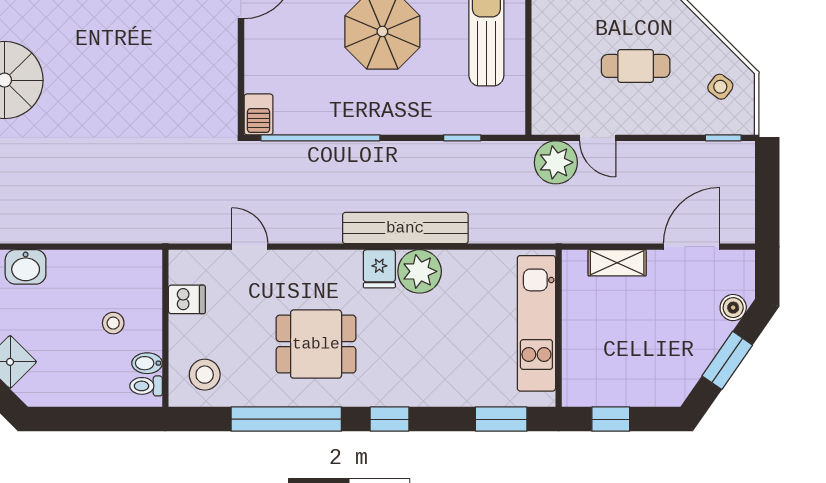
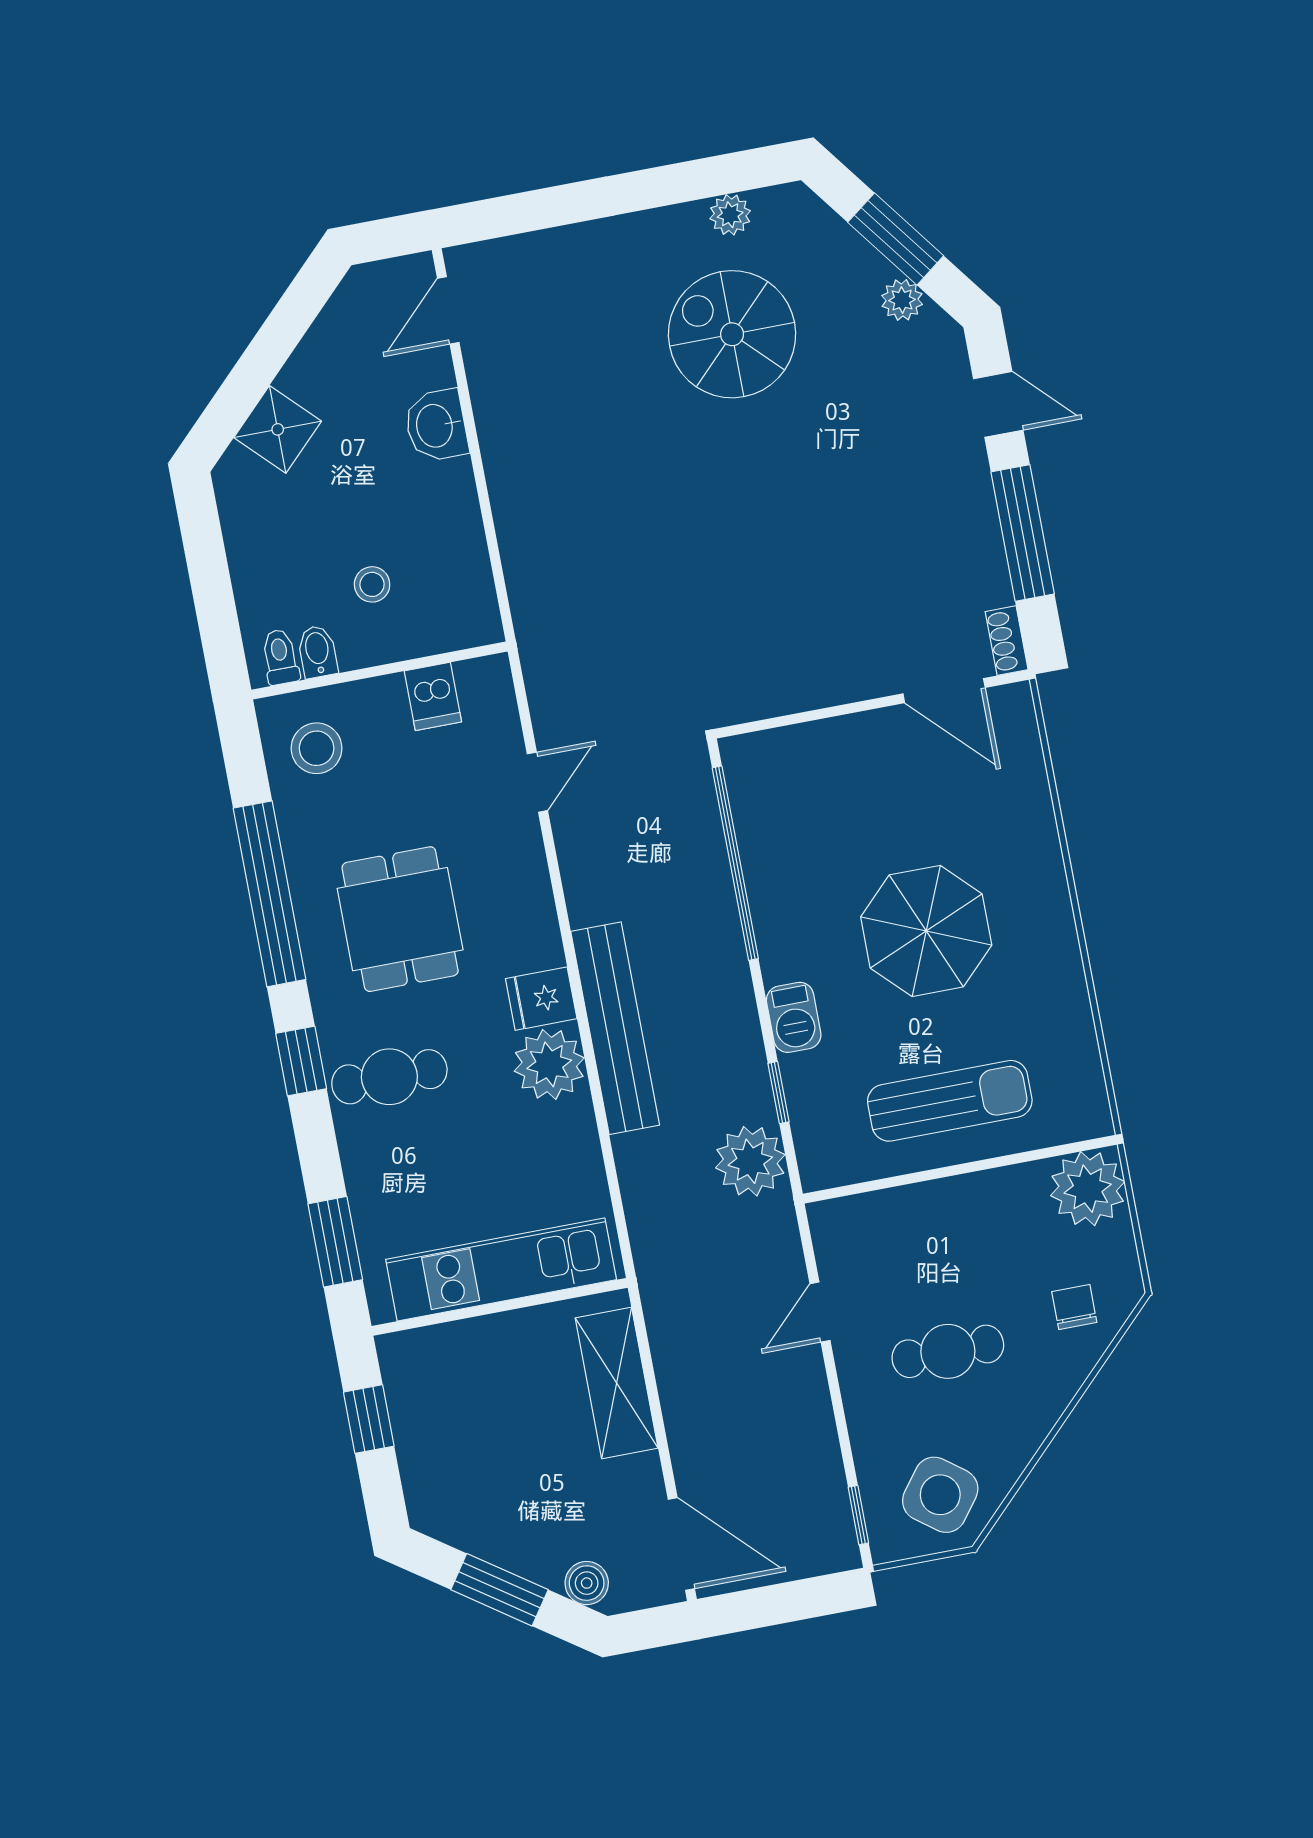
cafe table: (636, 66) -> (948, 1351), turned 90
side table: (720, 87) -> (940, 1495), width x1.87, depth x1.87
barbecue: (259, 114) -> (794, 1017), moved, turned -90
plant: (556, 162) -> (750, 1161), moved
door: (692, 247) -> (681, 1544), moved
shelving: (617, 263) -> (617, 1383), width x1.50, depth x1.33
cafe table: (409, 368) -> (389, 1077), added

